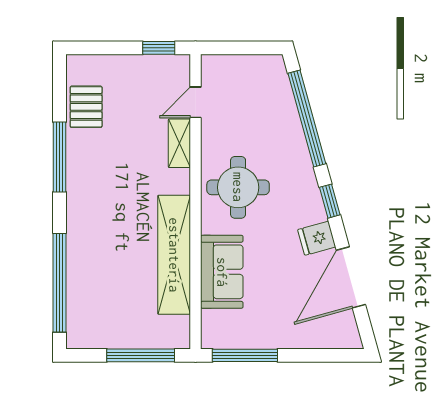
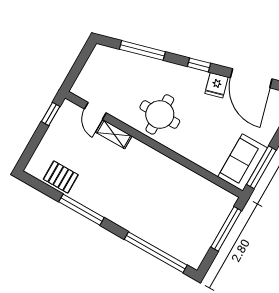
window: (307, 118) -> (142, 50), width x0.68
shelving: (174, 255) -> (178, 175), removed
sofa: (222, 272) -> (243, 162), moved, turned -90

